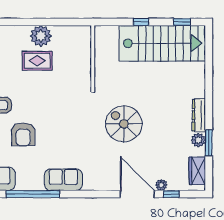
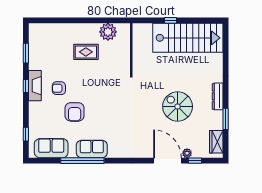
window: (182, 22) -> (204, 20), removed
plant: (41, 36) -> (108, 32), moved
spiral stairs: (124, 124) -> (178, 106), moved
plant: (198, 140) -> (217, 117), removed
sofa: (63, 180) -> (92, 149), moved

